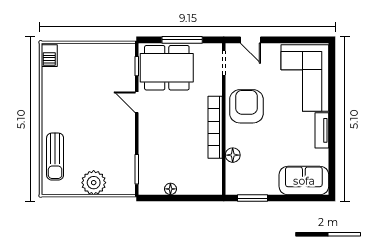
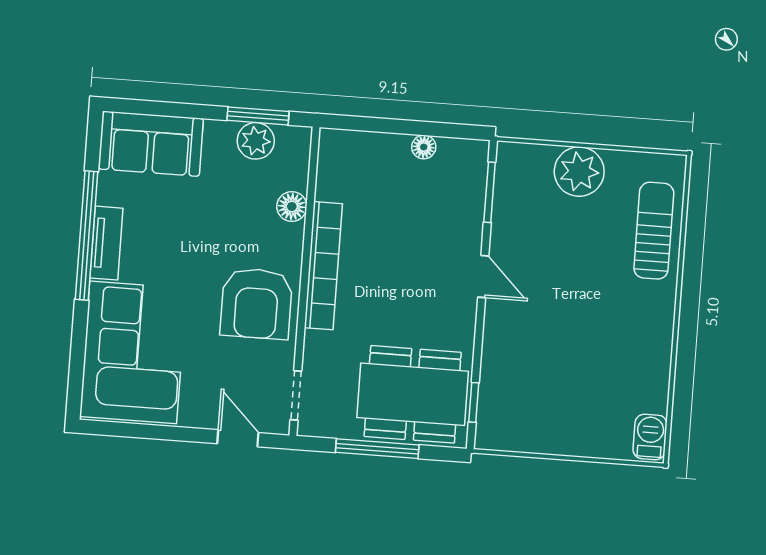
door: (137, 102) -> (483, 277), moved
window: (332, 133) -> (87, 235), added
plant: (253, 186) -> (256, 141), added

